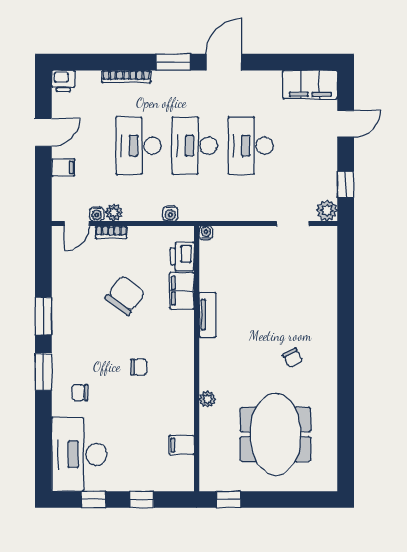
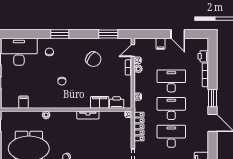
printer: (63, 81) -> (203, 56), moved
locker: (231, 211) -> (139, 126), added
door: (77, 223) -> (133, 50), hinge flipped
chair: (125, 295) -> (93, 59), moved
window: (43, 316) -> (108, 34), moved

